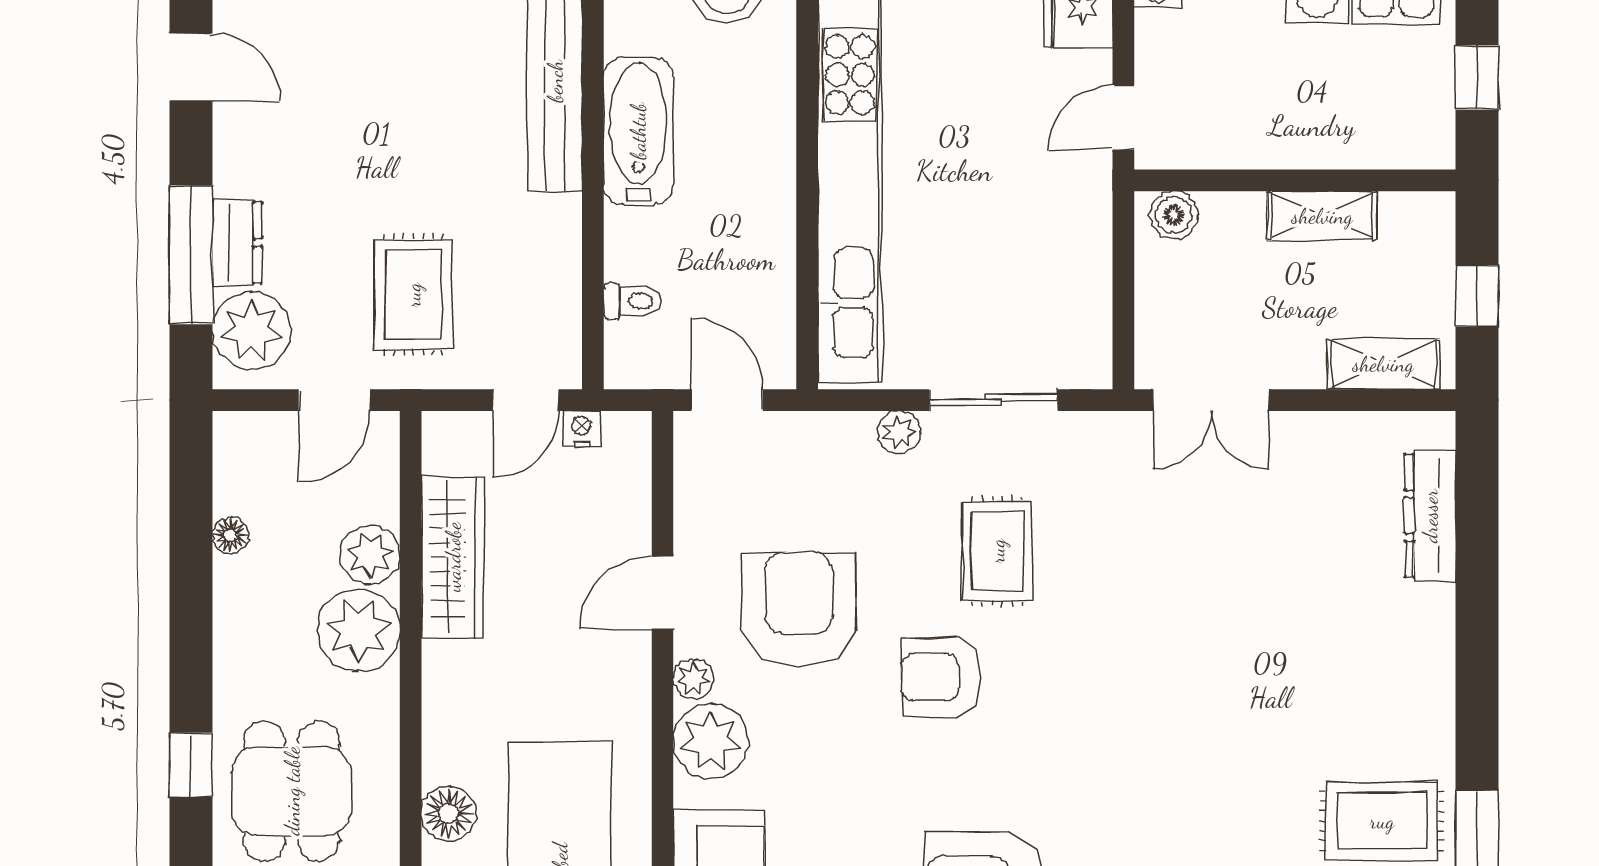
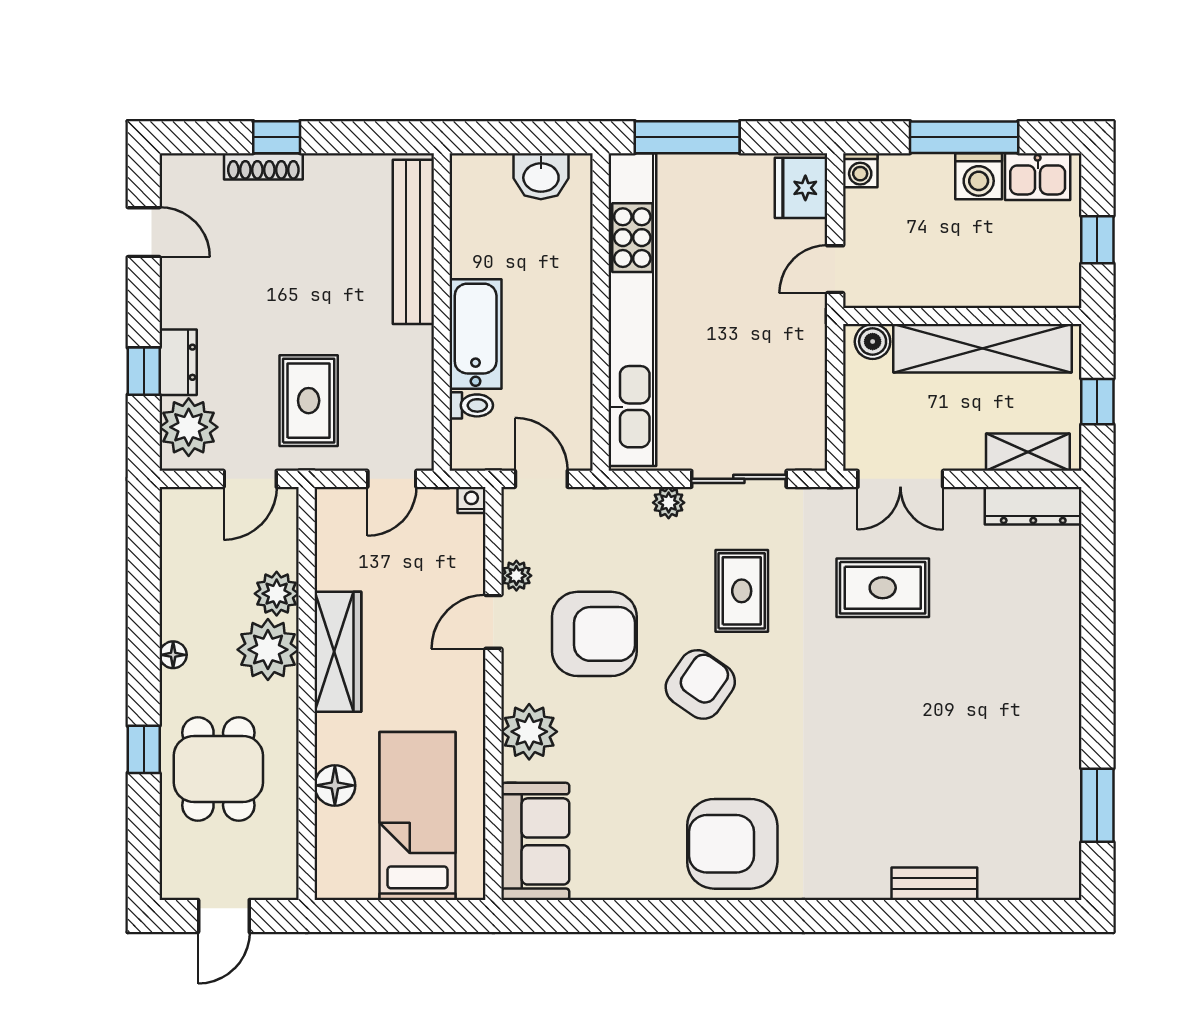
bathtub: (638, 131) -> (476, 334), moved
shelving: (1322, 216) -> (982, 348), width x2.20, depth x1.33
window: (191, 255) -> (144, 371), width x0.46
nightstand: (581, 429) -> (471, 500), moved
dresser: (1430, 516) -> (1033, 506), moved, turned -90
floor lamp: (231, 535) -> (173, 655), moved
wardrobe: (453, 557) -> (338, 652), moved
armchair: (799, 609) -> (594, 634), turned 90
armchair: (941, 677) -> (700, 684), turned 125
plant: (693, 679) -> (516, 576), moved
rug: (1382, 821) -> (883, 588), moved

